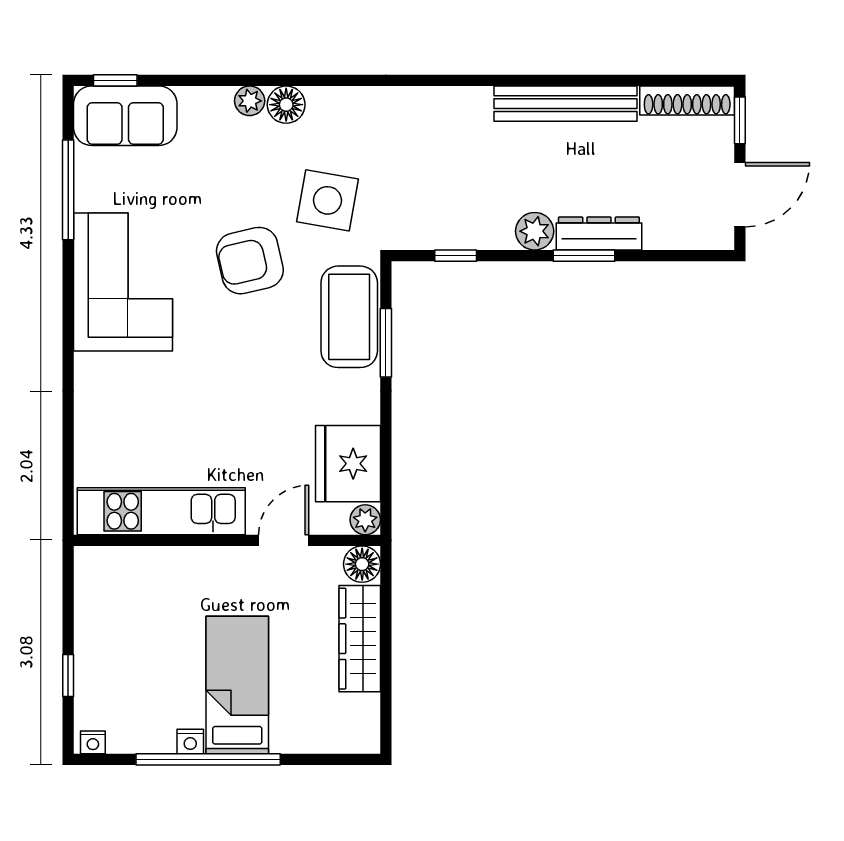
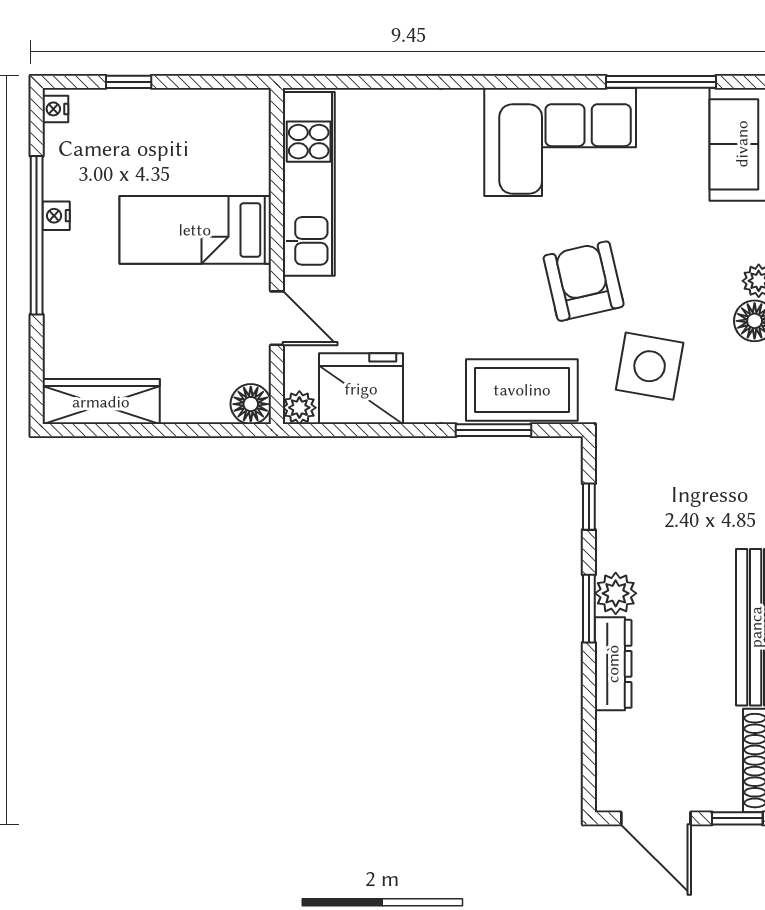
window: (584, 256) -> (589, 609), moved
wardrobe: (360, 639) -> (101, 402), moved
bed: (237, 685) -> (195, 230), moved, turned 180

